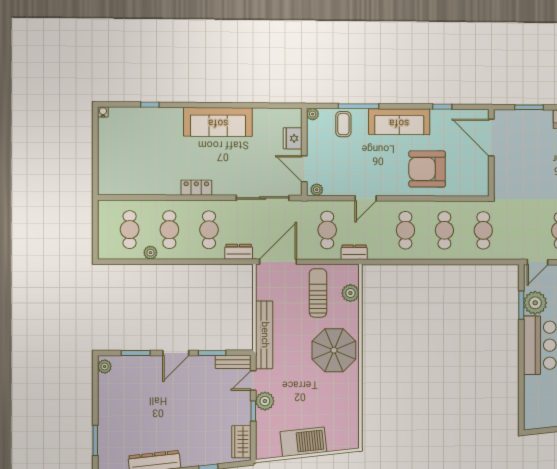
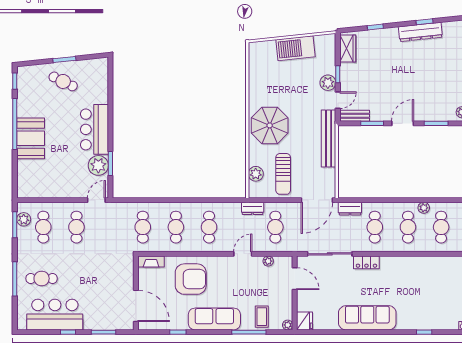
fridge: (293, 138) -> (305, 321), moved
locker: (196, 188) -> (366, 262), moved
plant: (317, 190) -> (268, 261), moved
fireplace: (474, 190) -> (151, 262), added

